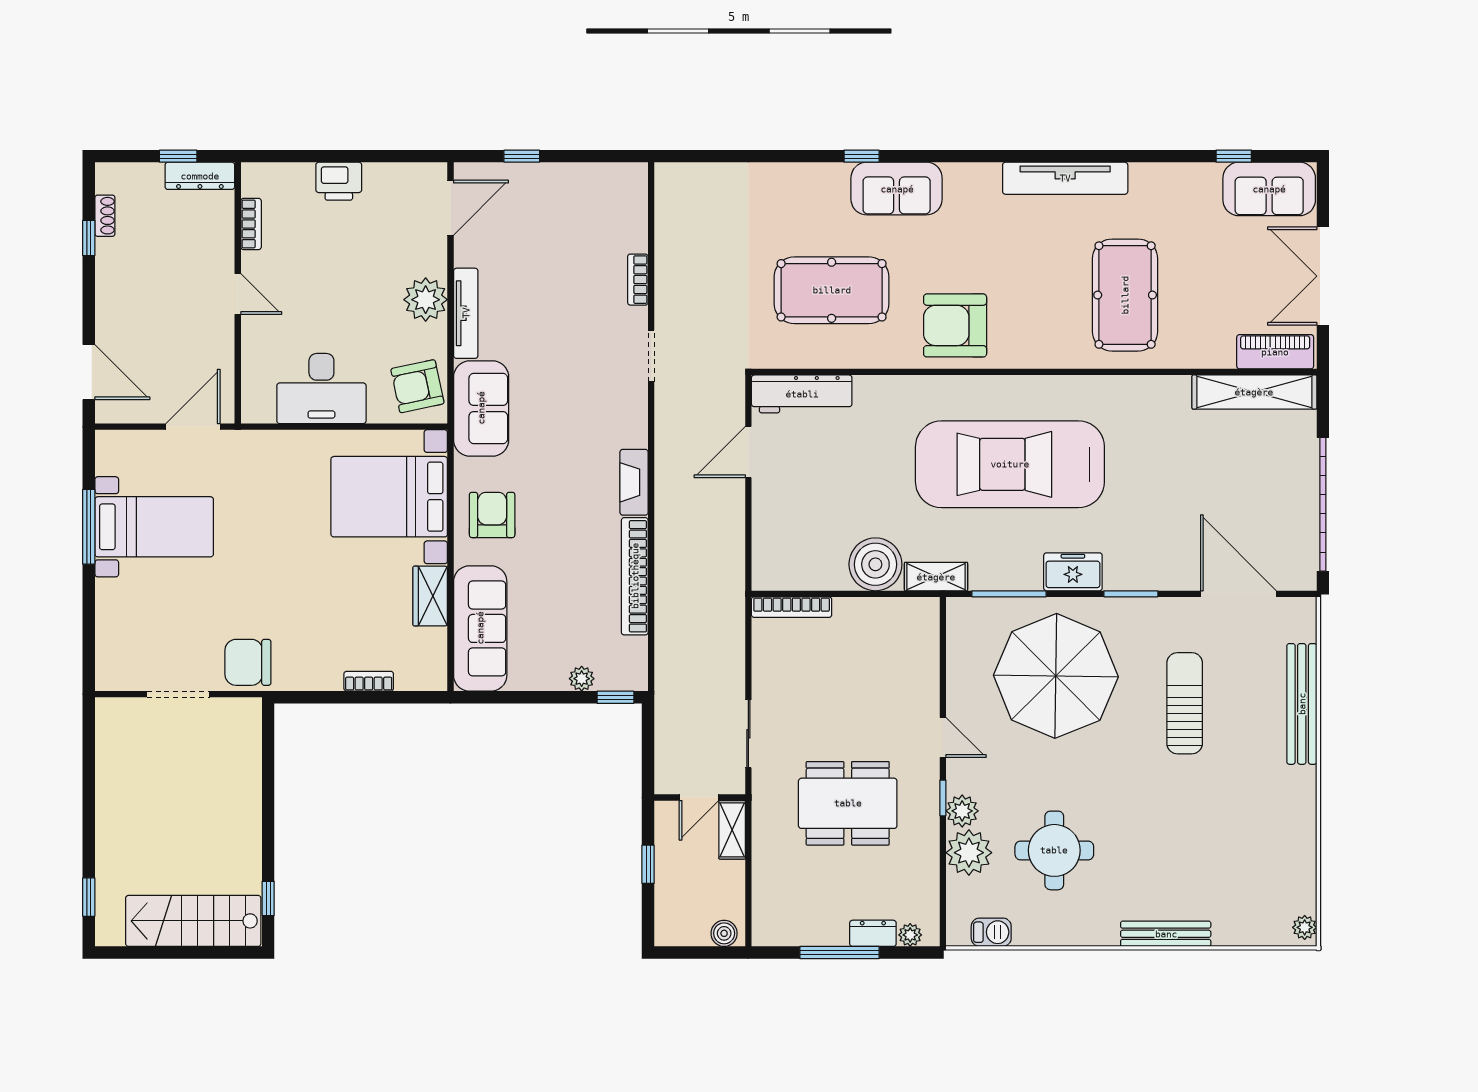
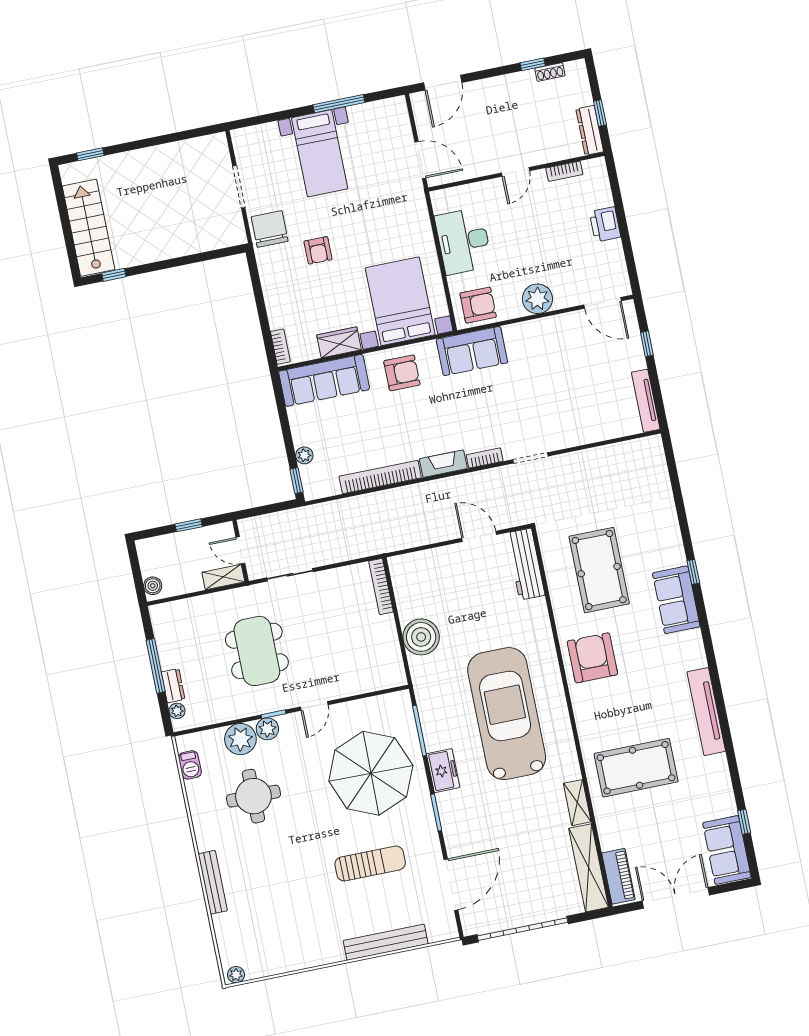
bookcase: (638, 280) -> (485, 458), moved
tv unit: (466, 313) -> (646, 401), moved, turned 90
armchair: (417, 386) -> (478, 305), turned 102
bed with nightstands: (154, 527) -> (320, 153), moved
shelving: (936, 577) -> (577, 803), moved
armchair: (292, 599) -> (318, 250), added
bookcase: (369, 681) -> (280, 347), moved

